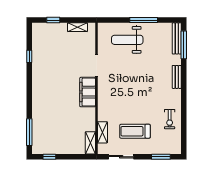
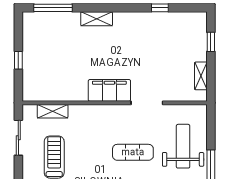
exercise mat: (132, 75) -> (133, 152), added
shelving: (90, 143) -> (97, 19), moved
window: (49, 157) -> (18, 60), moved

